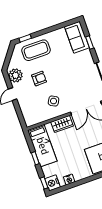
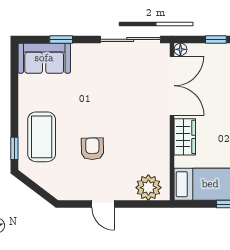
plant: (16, 75) -> (148, 188), moved
side table: (54, 101) -> (140, 138), removed

